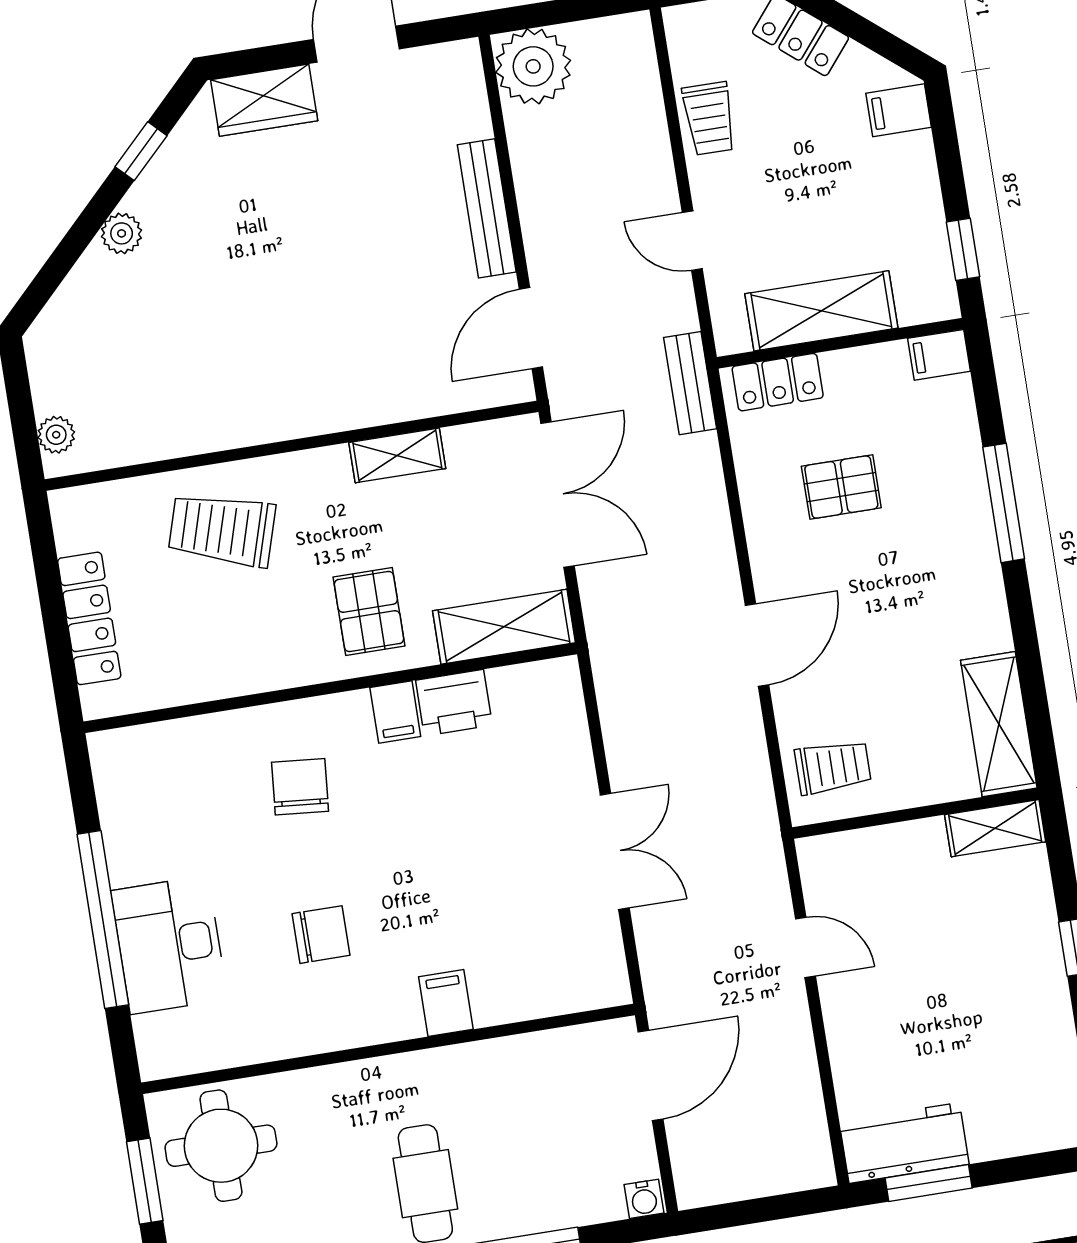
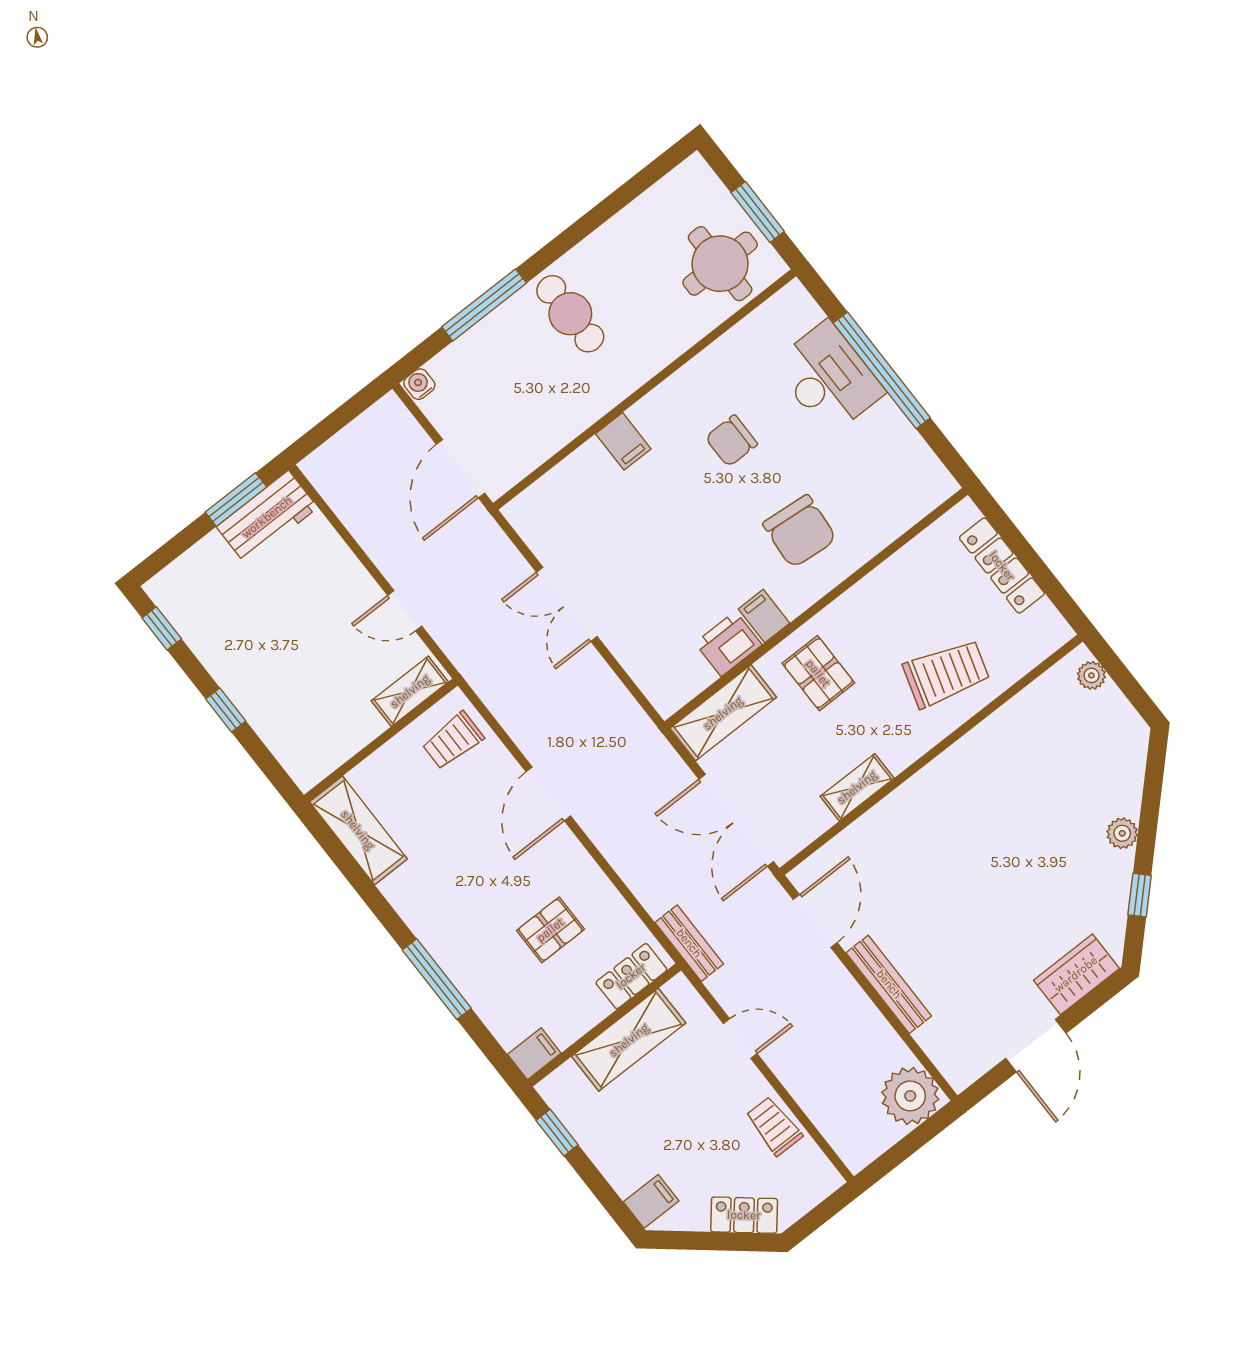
chair: (300, 787) -> (800, 531), width x1.37, depth x1.37
shelving: (995, 828) -> (410, 691), moved

